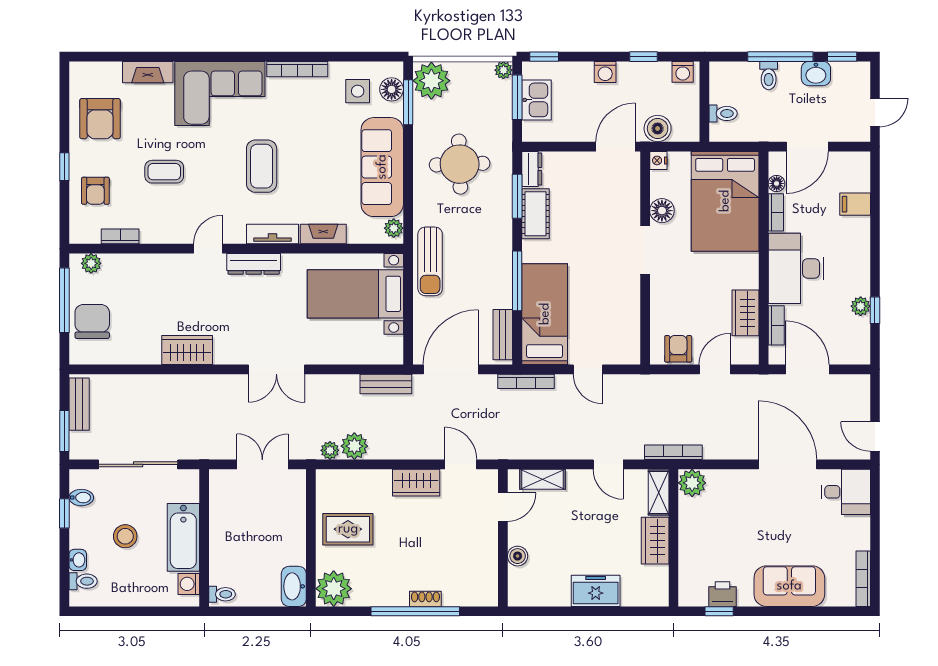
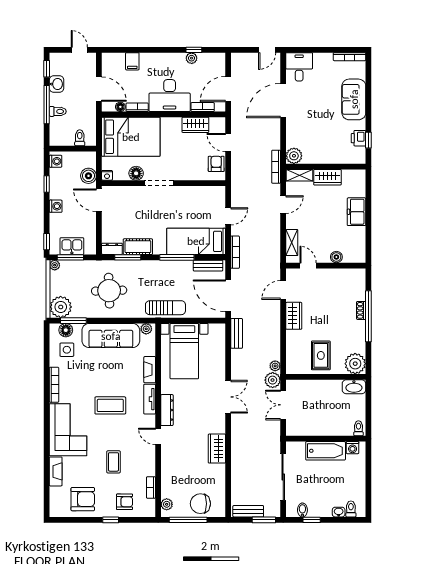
armchair: (678, 349) -> (216, 164), turned 90
plant: (354, 446) -> (273, 380), moved
stool: (125, 536) -> (325, 484), removed

